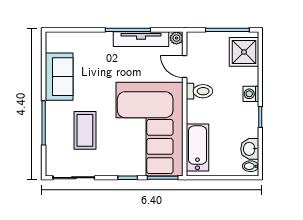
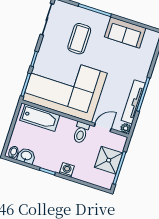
shower: (244, 52) -> (109, 160), moved
coffee table: (85, 130) -> (79, 39), turned 90

